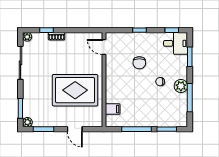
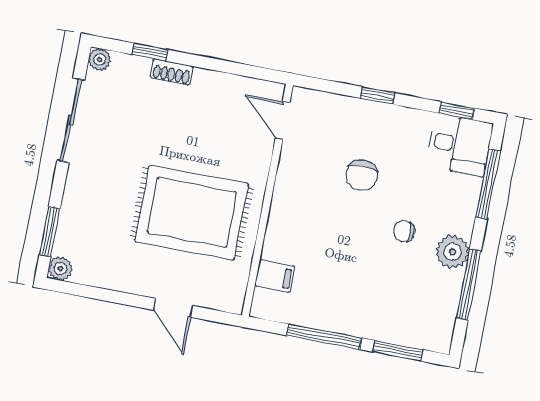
window: (190, 57) -> (488, 184), width x1.44
window: (44, 129) -> (97, 293), removed

